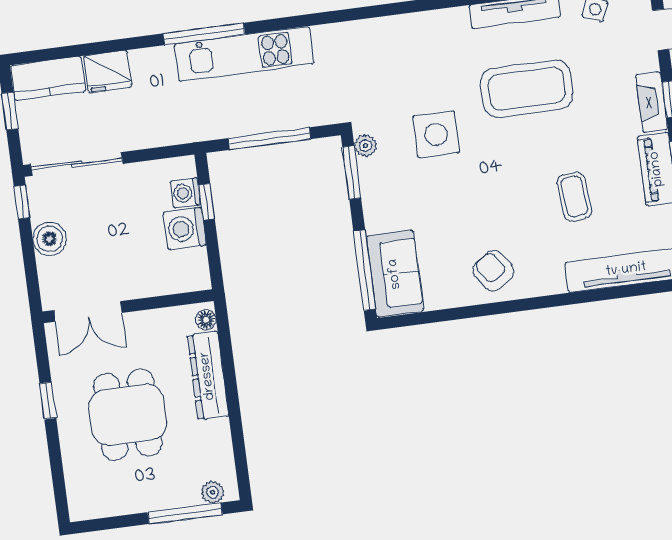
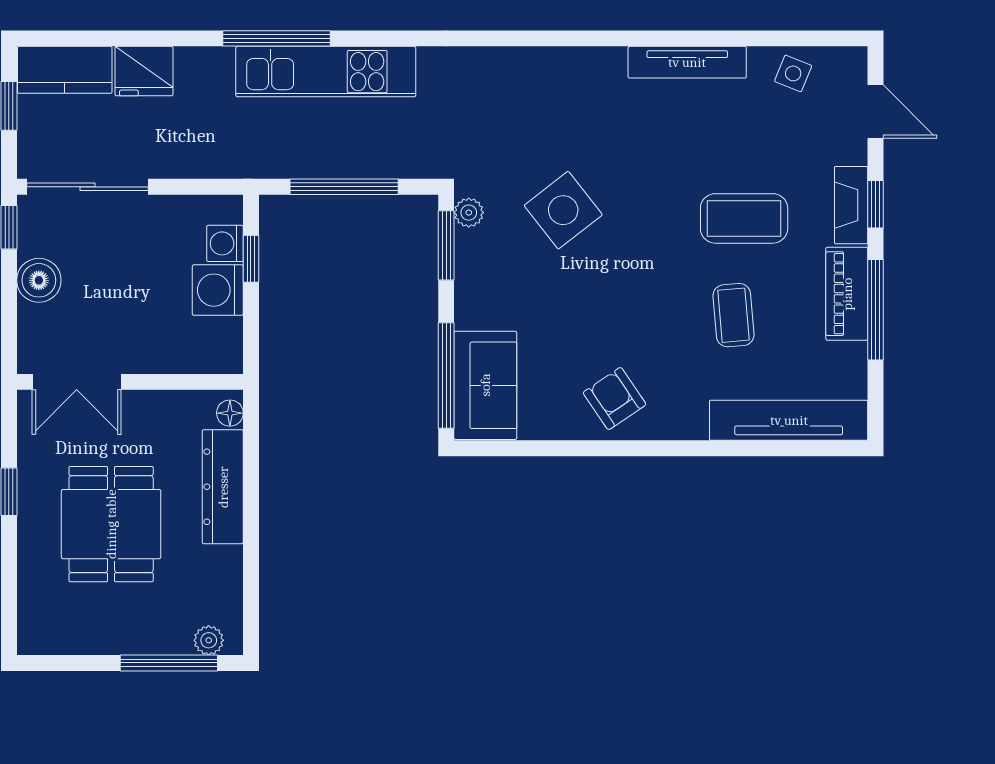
coffee table: (527, 89) -> (744, 218), moved, width x0.73, depth x0.76
side table: (436, 134) -> (563, 210), turned -38

